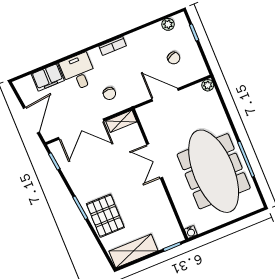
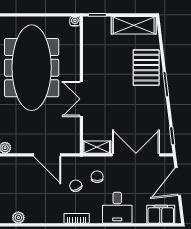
chair: (174, 58) -> (76, 186), moved
filing cabinet: (48, 77) -> (161, 214), moved
double door: (155, 161) -> (81, 99), swing flipped

